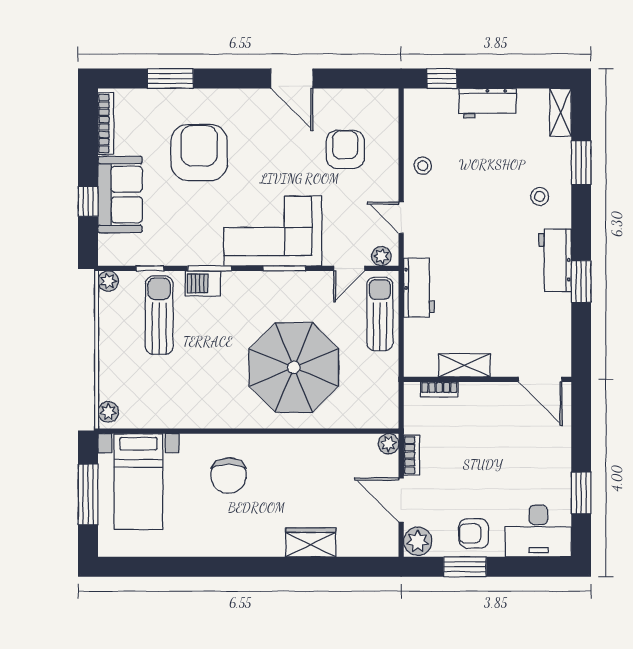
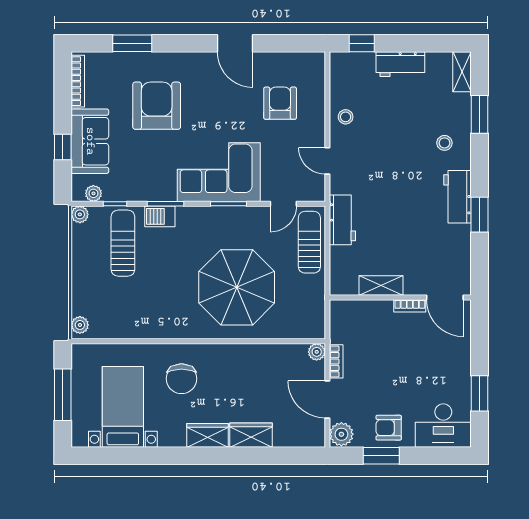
plant: (381, 256) -> (93, 193), moved
bookcase: (439, 389) -> (410, 306), moved
bed with nightstands: (138, 482) -> (123, 407), moved, turned 180
wardrobe: (259, 543) -> (208, 435), added

